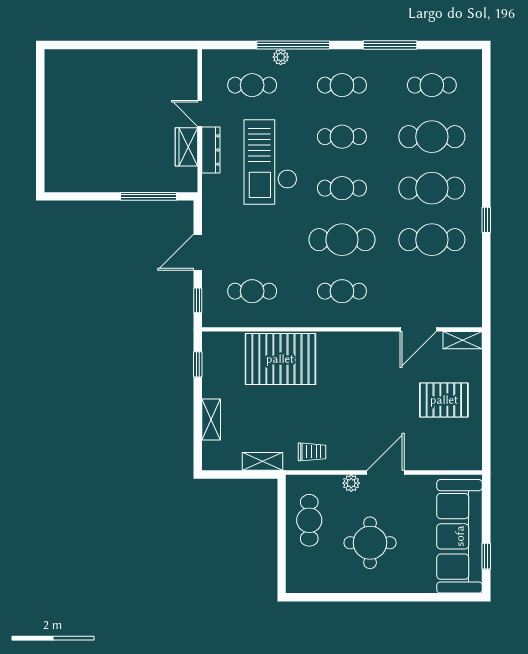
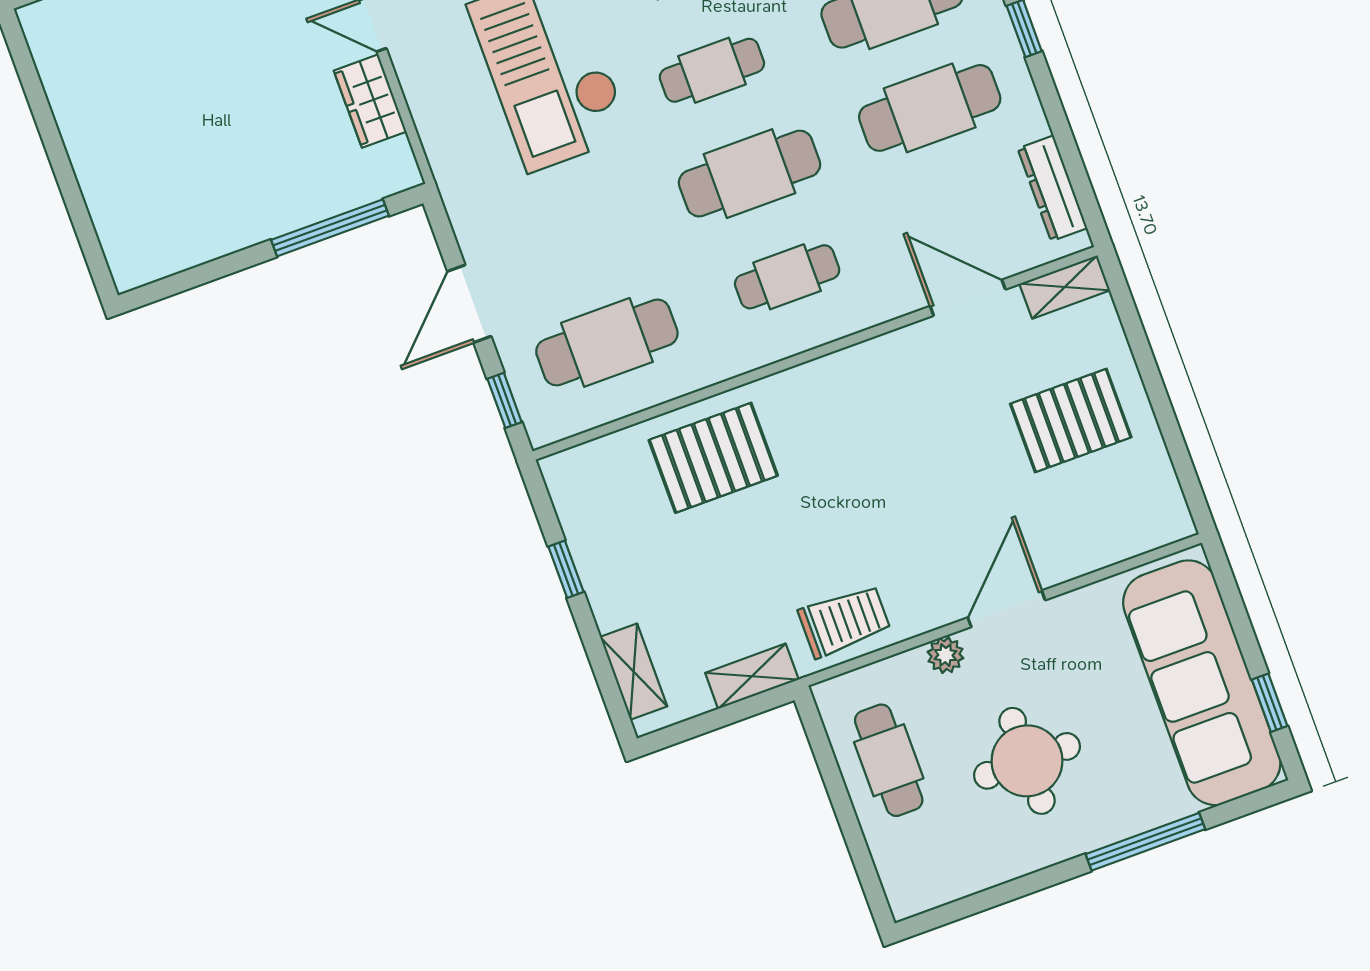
dresser: (211, 150) -> (1053, 188), moved, turned 180
cafe table: (252, 291) -> (607, 342), width x1.37, depth x1.35
door: (418, 329) -> (968, 298), swing flipped
pallet: (280, 359) -> (713, 458), width x0.73, depth x0.71
window: (198, 364) -> (566, 569), moved
shelving: (211, 419) -> (634, 672), moved
trolley: (312, 452) -> (844, 621), width x1.36, depth x1.39
window: (409, 597) -> (1145, 842), added

